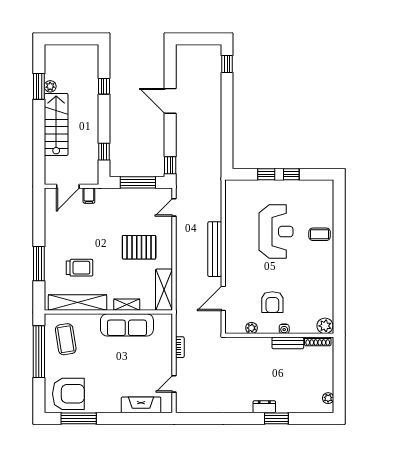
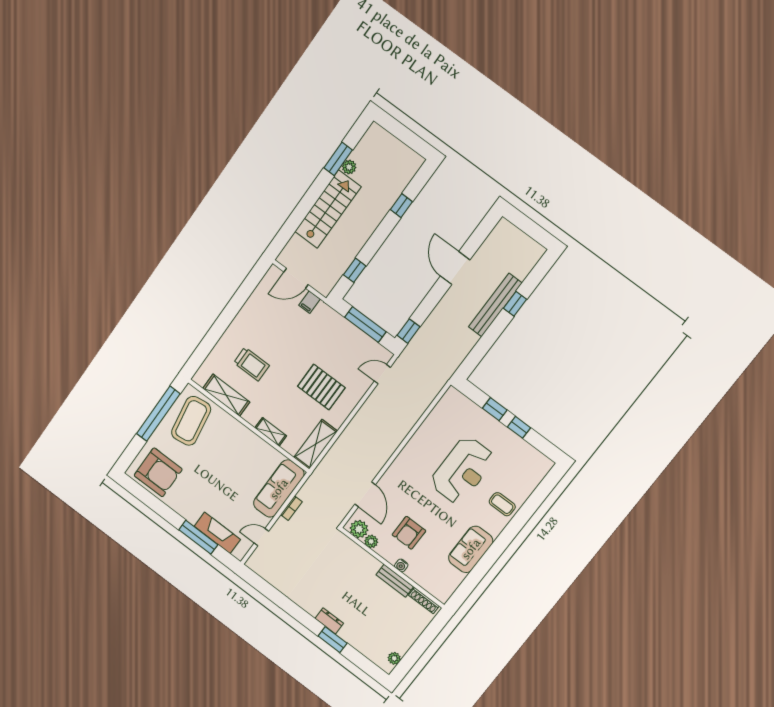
window: (227, 64) -> (515, 304), moved
bench: (215, 249) -> (495, 305), moved
window: (39, 264) -> (216, 332), removed
sofa: (322, 281) -> (471, 549), added
door: (223, 298) -> (365, 494), swing flipped
shelving: (77, 303) -> (226, 395), width x0.68
sofa: (127, 325) -> (279, 489), moved, turned 90
plant: (325, 326) -> (359, 529), moved
coffee table: (66, 339) -> (191, 421), width x1.36, depth x1.32
window: (79, 418) -> (198, 537), moved

